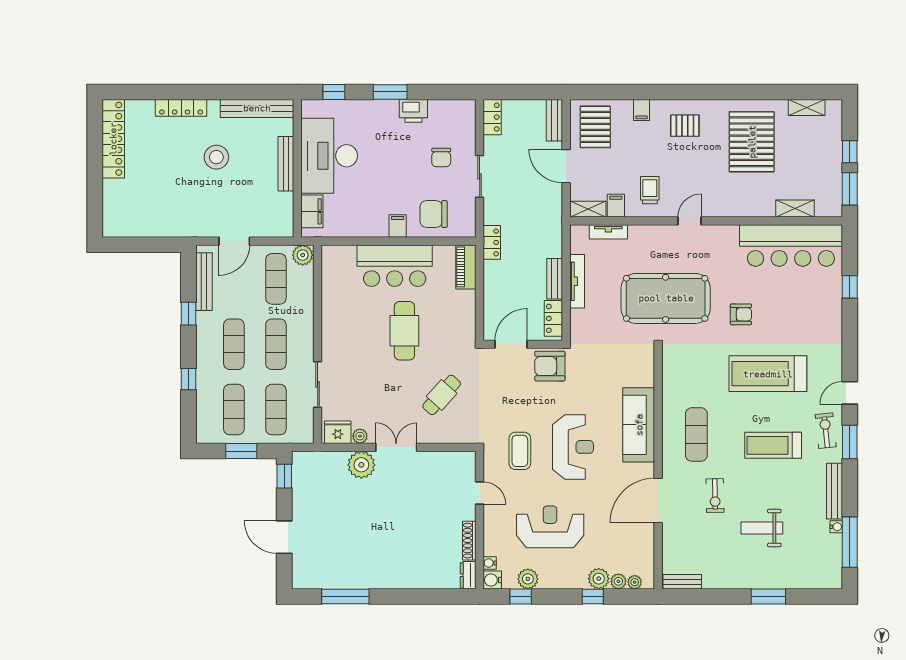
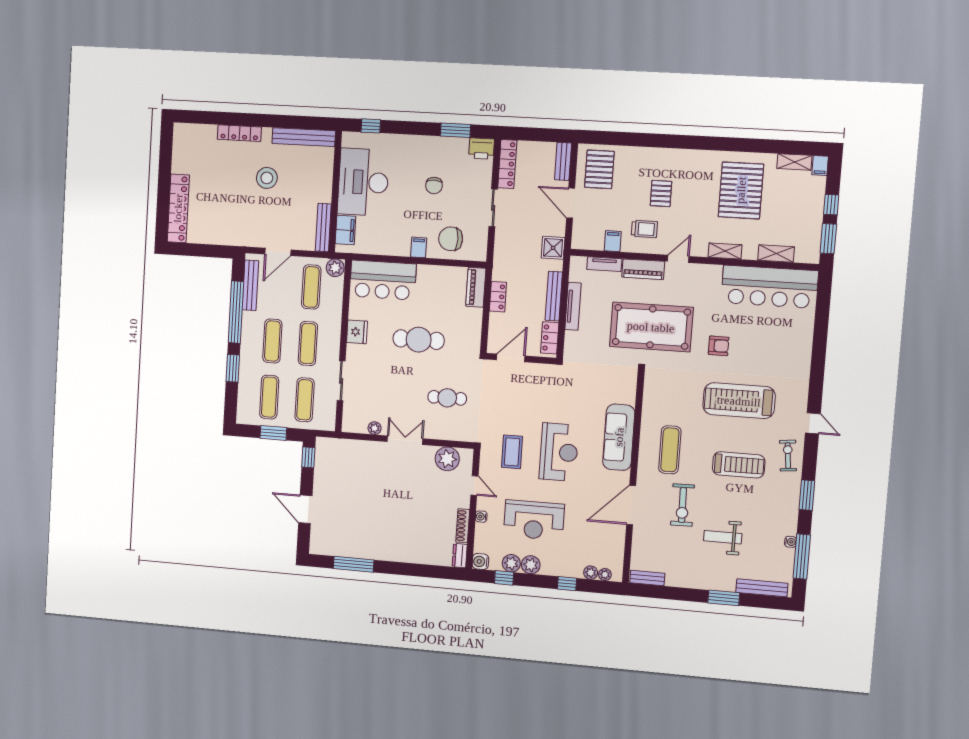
window: (390, 92) -> (456, 130), moved
filing cabinet: (641, 110) -> (820, 165), moved
printer: (413, 111) -> (482, 149), moved
locker: (492, 117) -> (507, 164), width x1.53
pallet: (685, 126) -> (661, 193), moved, turned 90
locker: (113, 139) -> (178, 208), moved
chair: (441, 157) -> (434, 186), moved
bench: (286, 164) -> (323, 228), moved
trolley: (650, 190) -> (644, 229), turned 90
shelving: (588, 209) -> (725, 251), moved
shower: (550, 217) -> (553, 248), added
piano: (652, 235) -> (643, 269), added
locker: (492, 242) -> (498, 297), moved
bar counter: (395, 266) -> (383, 280), moved
bench: (555, 279) -> (554, 296), width x1.36
window: (850, 287) -> (821, 328), removed
window: (189, 314) -> (236, 312), width x3.17
cafe table: (404, 331) -> (419, 340), turned 90
armchair: (550, 366) -> (544, 380), removed
window: (189, 379) -> (233, 368), width x1.50
door: (850, 393) -> (813, 423), swing flipped
cafe table: (442, 395) -> (447, 398), turned 48
fridge: (338, 432) -> (357, 332), moved, turned 90
window: (850, 442) -> (807, 495), moved
treadmill: (773, 445) -> (739, 465), turned 180
plant: (361, 465) -> (447, 459), moved
bench: (834, 491) -> (762, 588), moved, turned 90
exercise bike: (715, 496) -> (682, 505), width x1.38, depth x1.39
reception desk: (550, 527) -> (534, 520), turned 180
water cooler: (490, 563) -> (481, 517), moved
plant: (599, 579) -> (531, 565), moved

